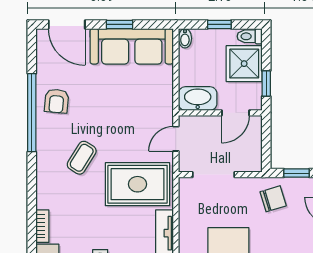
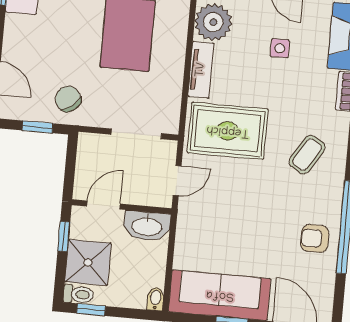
window: (219, 24) -> (91, 310), moved
armchair: (56, 101) -> (315, 238), turned -95
coffee table: (82, 158) -> (307, 155), moved
chair: (273, 199) -> (68, 99), turned 70

